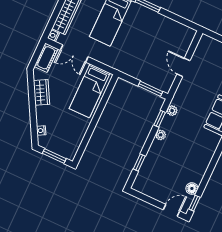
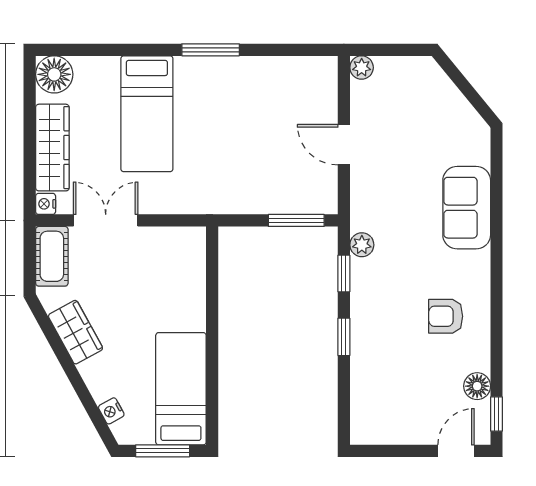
double door: (74, 53) -> (106, 220), swing flipped
bed: (90, 91) -> (181, 389), moved, turned 180
plant: (161, 135) -> (362, 68), moved
armchair: (192, 155) -> (446, 316), added
window: (139, 163) -> (344, 337), moved

